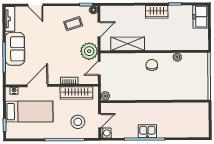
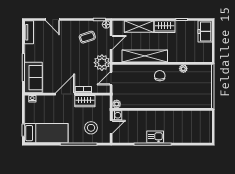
shelving: (129, 12) -> (139, 27), added
shelving: (128, 44) -> (145, 56), width x1.47
sofa: (15, 49) -> (33, 78), moved
door: (37, 86) -> (65, 94), moved
wardrobe: (76, 93) -> (85, 101), width x0.67
bed: (29, 112) -> (46, 133), moved
washing machine: (106, 133) -> (117, 115), moved

